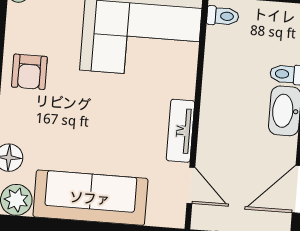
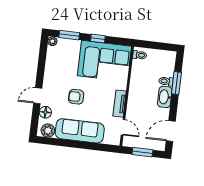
armchair: (29, 72) -> (76, 97), moved, turned 90

